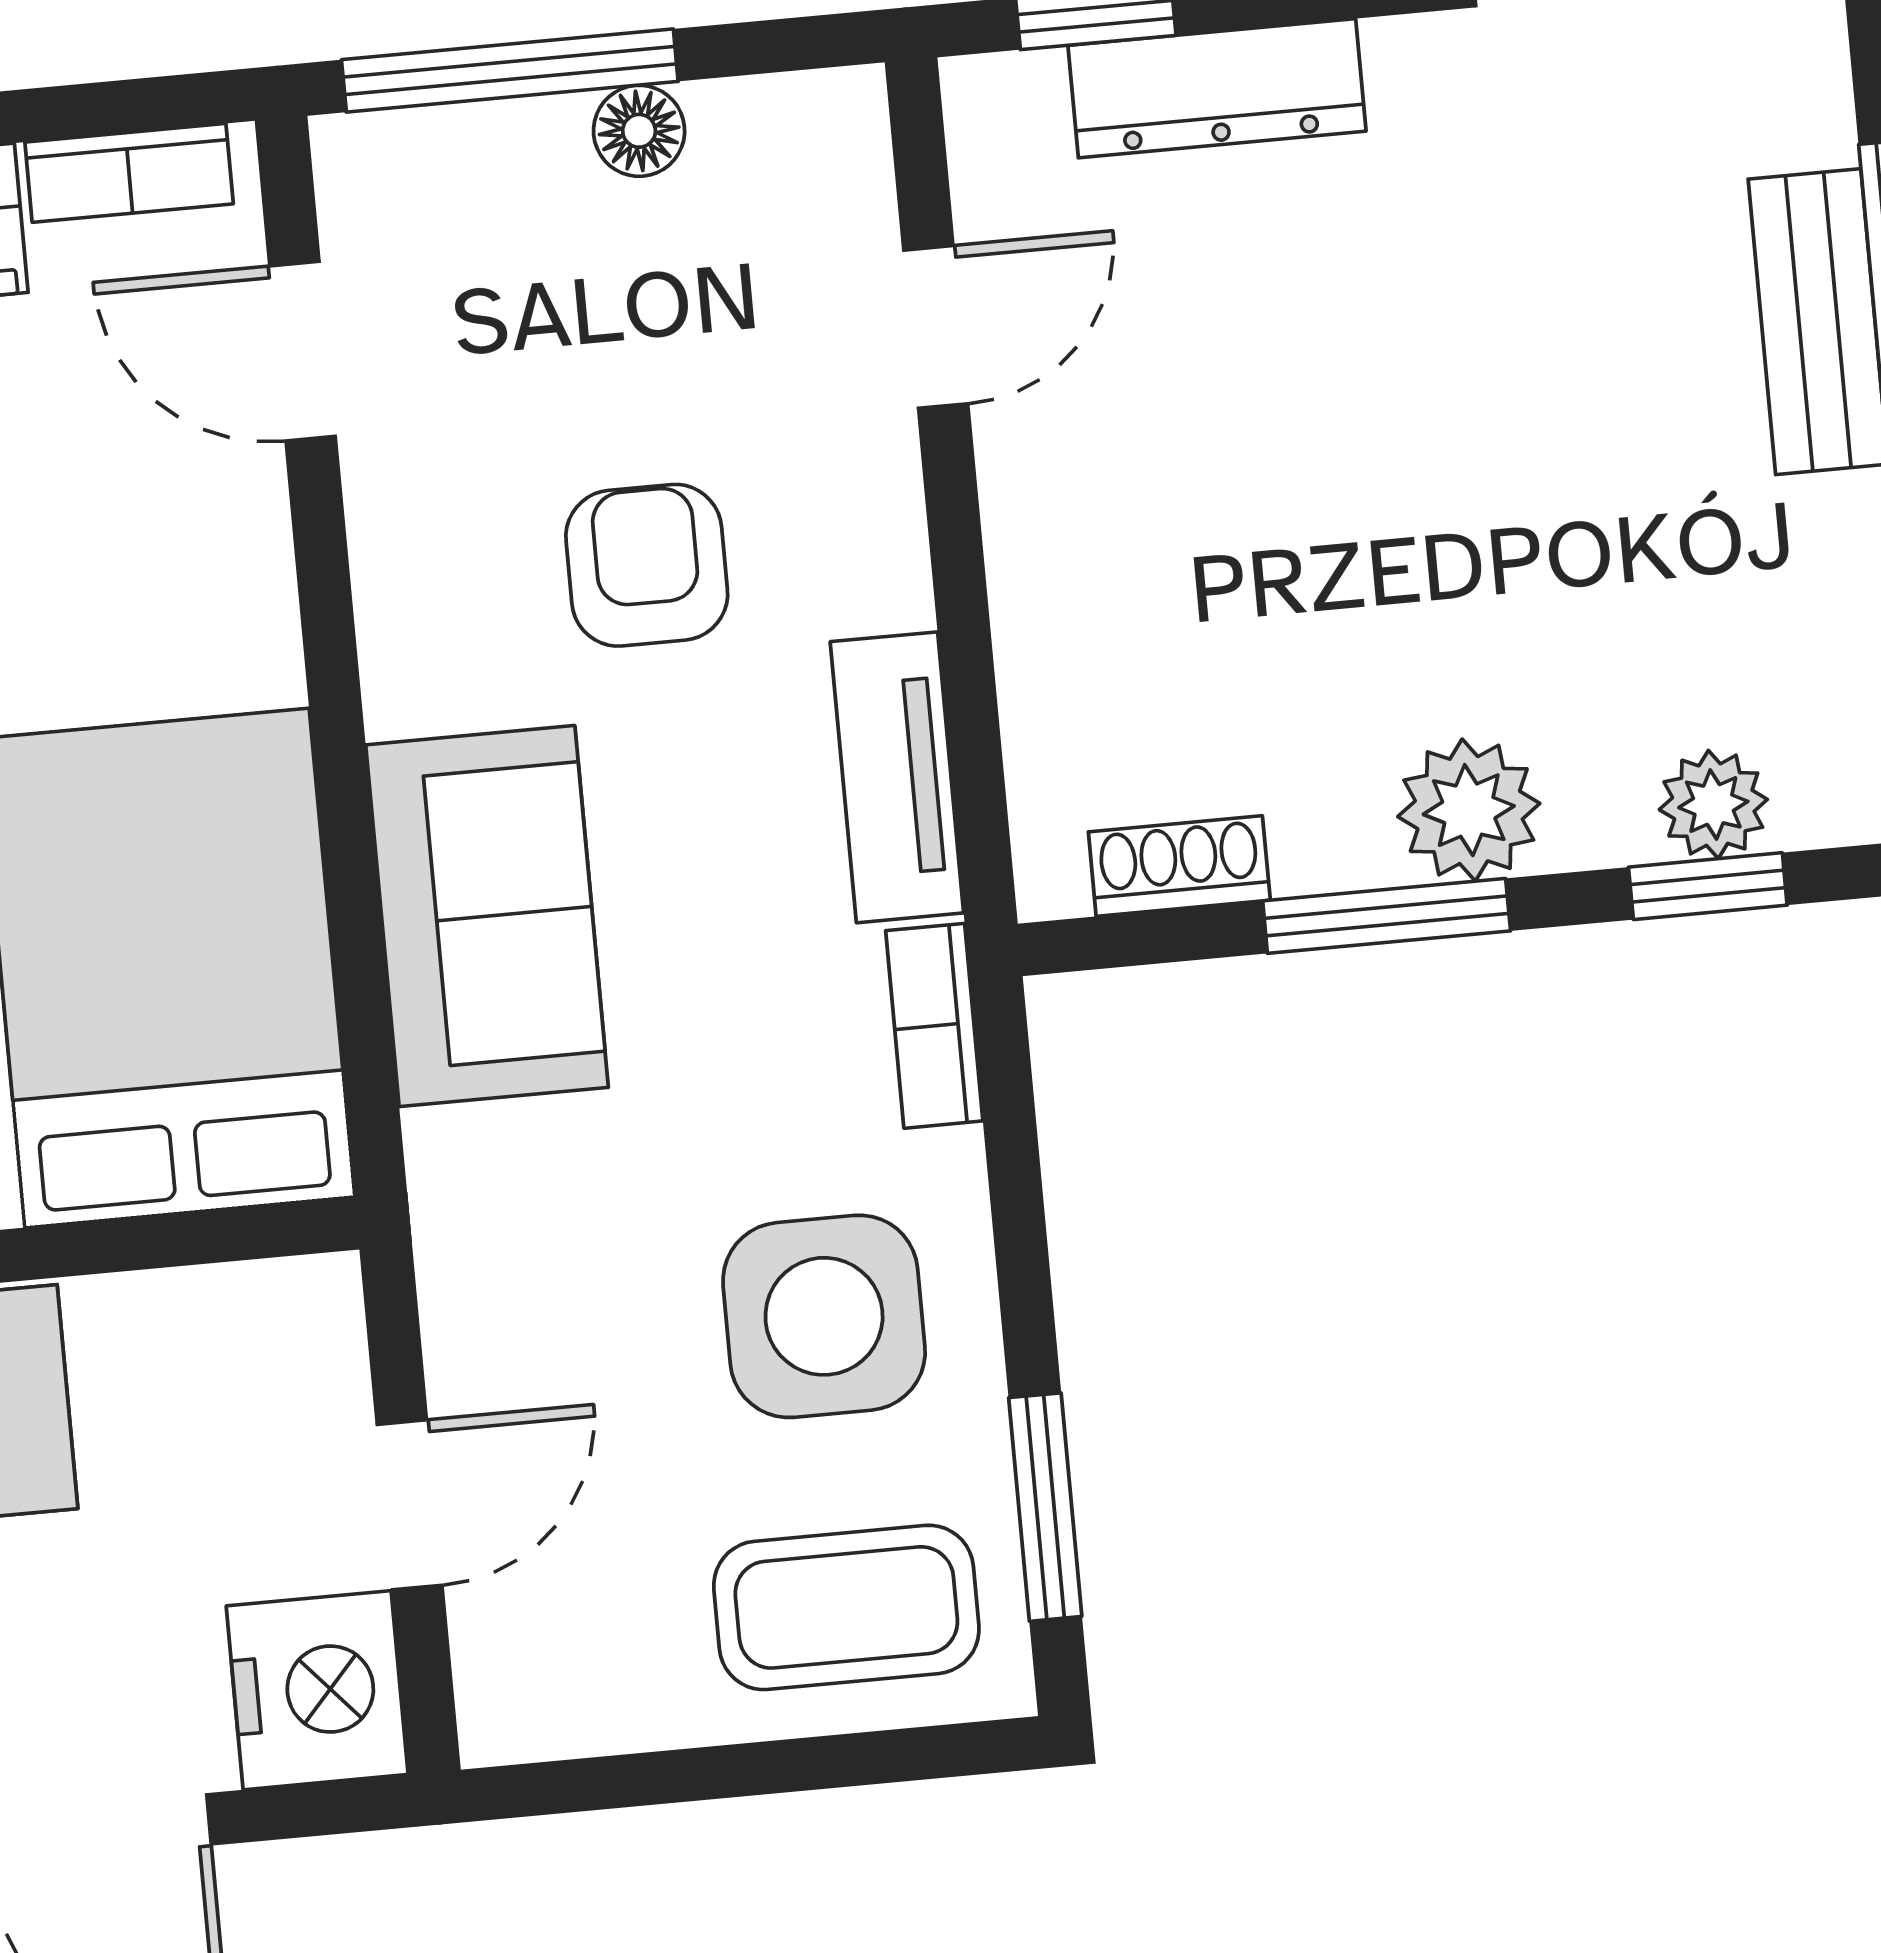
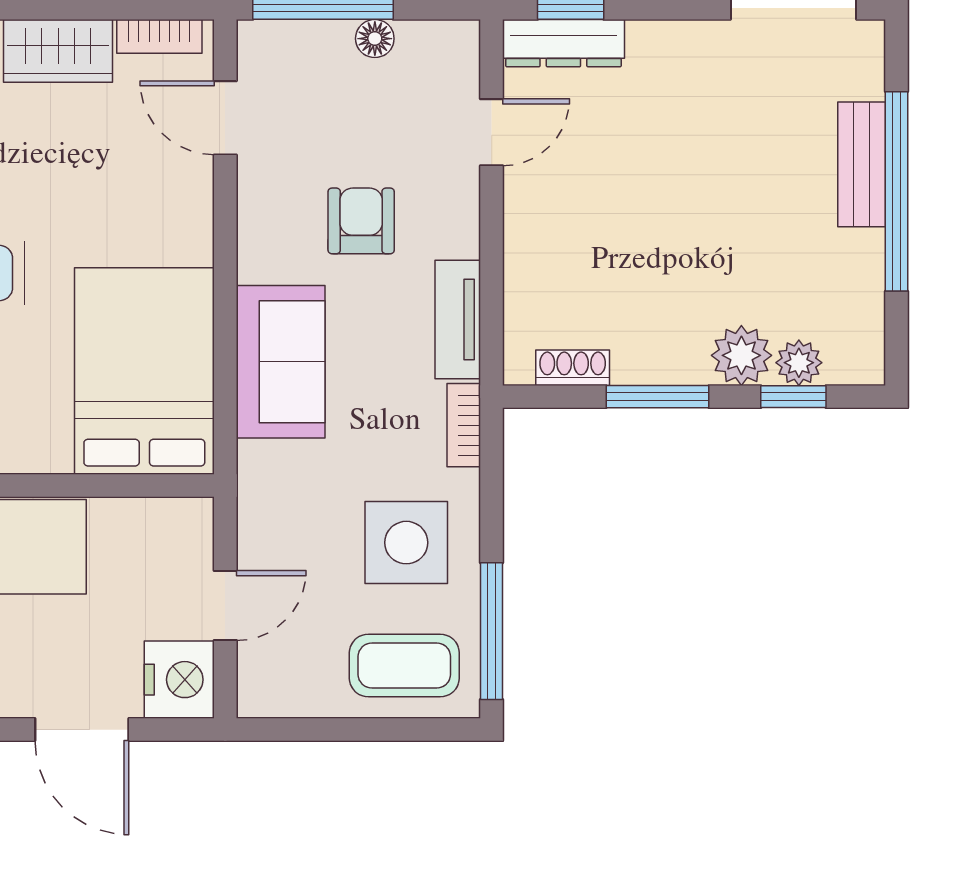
dresser: (1217, 88) -> (563, 43), moved
plant: (1469, 810) -> (741, 355), moved
window: (1045, 1507) -> (492, 631), width x1.44

